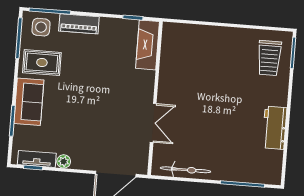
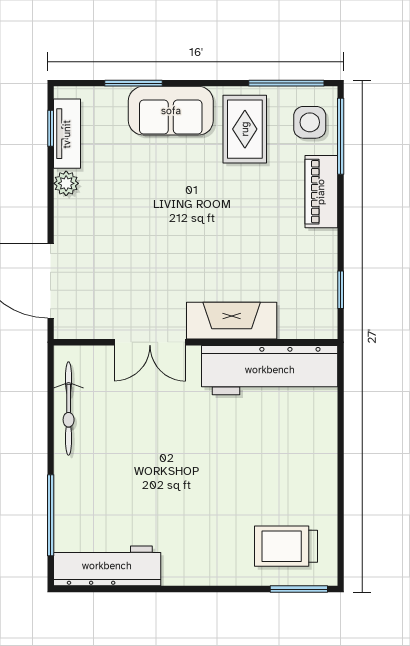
fireplace: (148, 45) -> (232, 321), moved
workbench: (173, 59) -> (270, 370), added
workbench: (274, 128) -> (107, 566), moved, width x1.37

